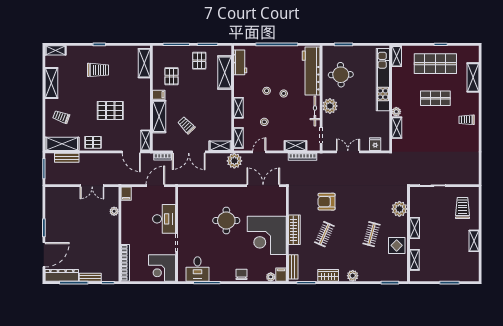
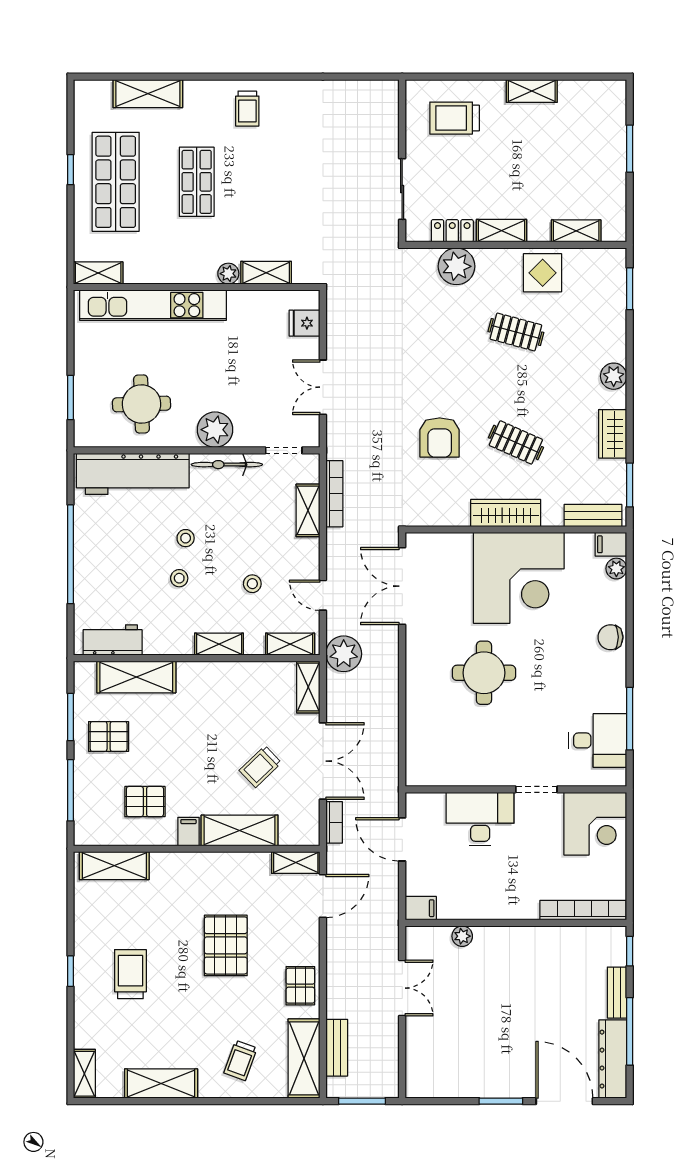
locker: (415, 207) -> (452, 231), added

